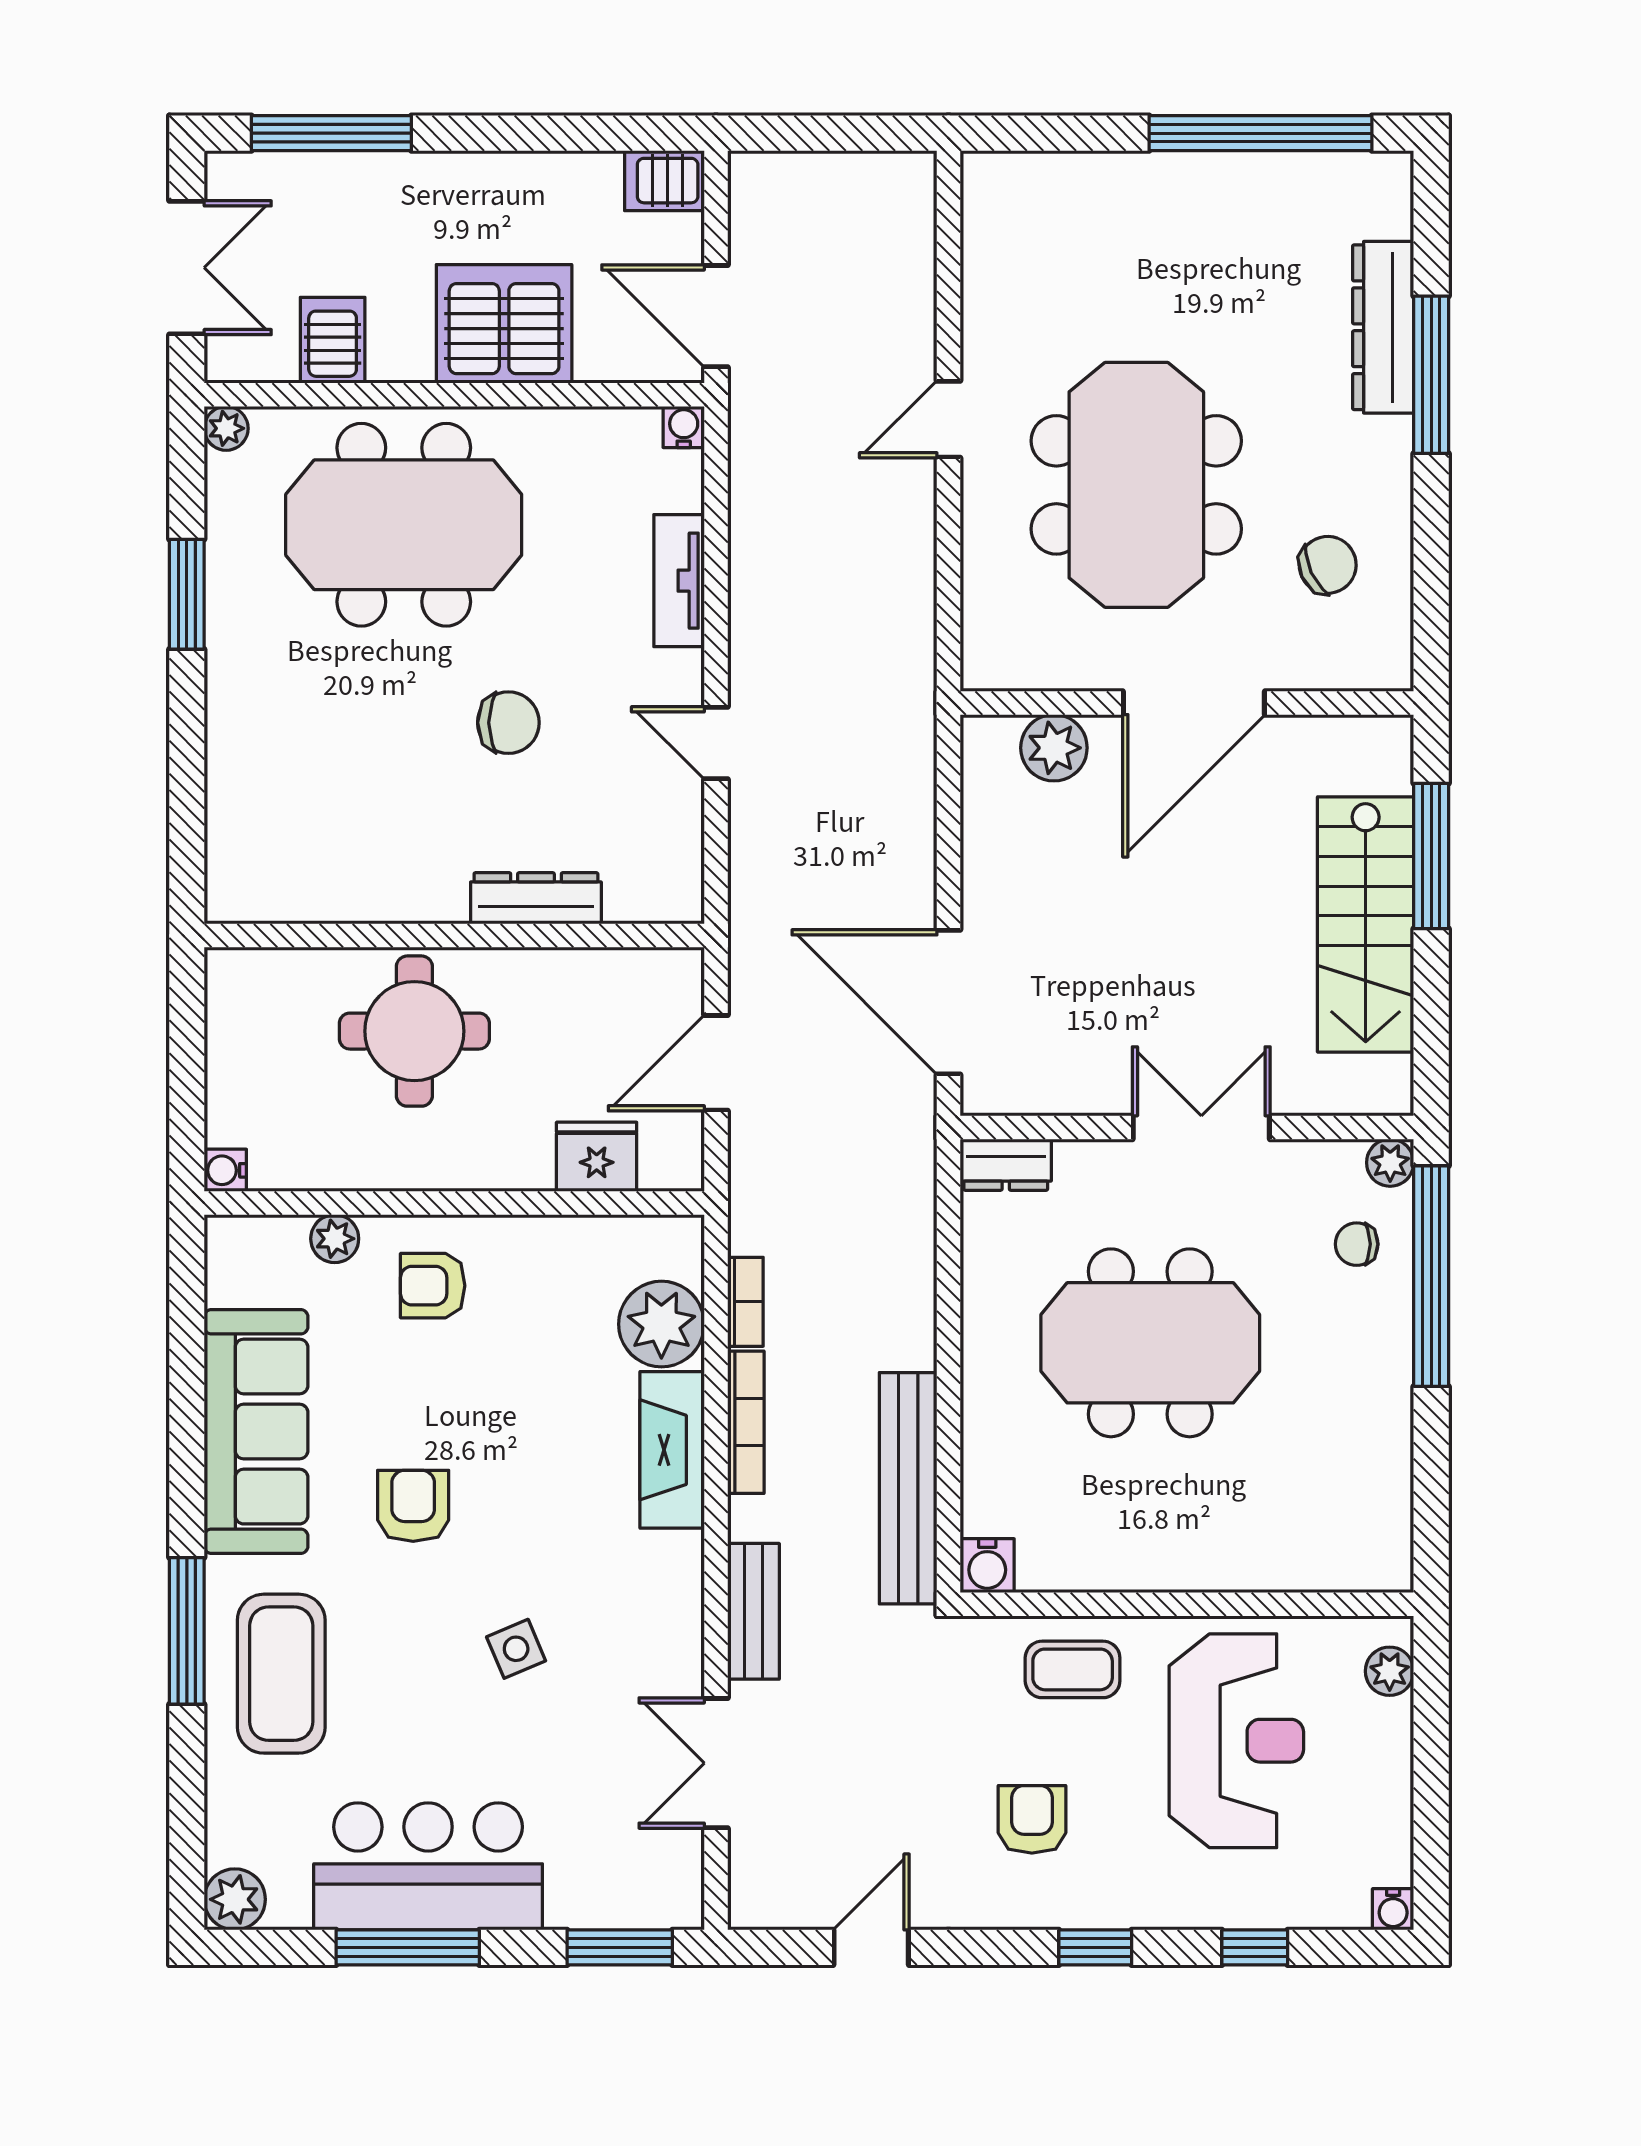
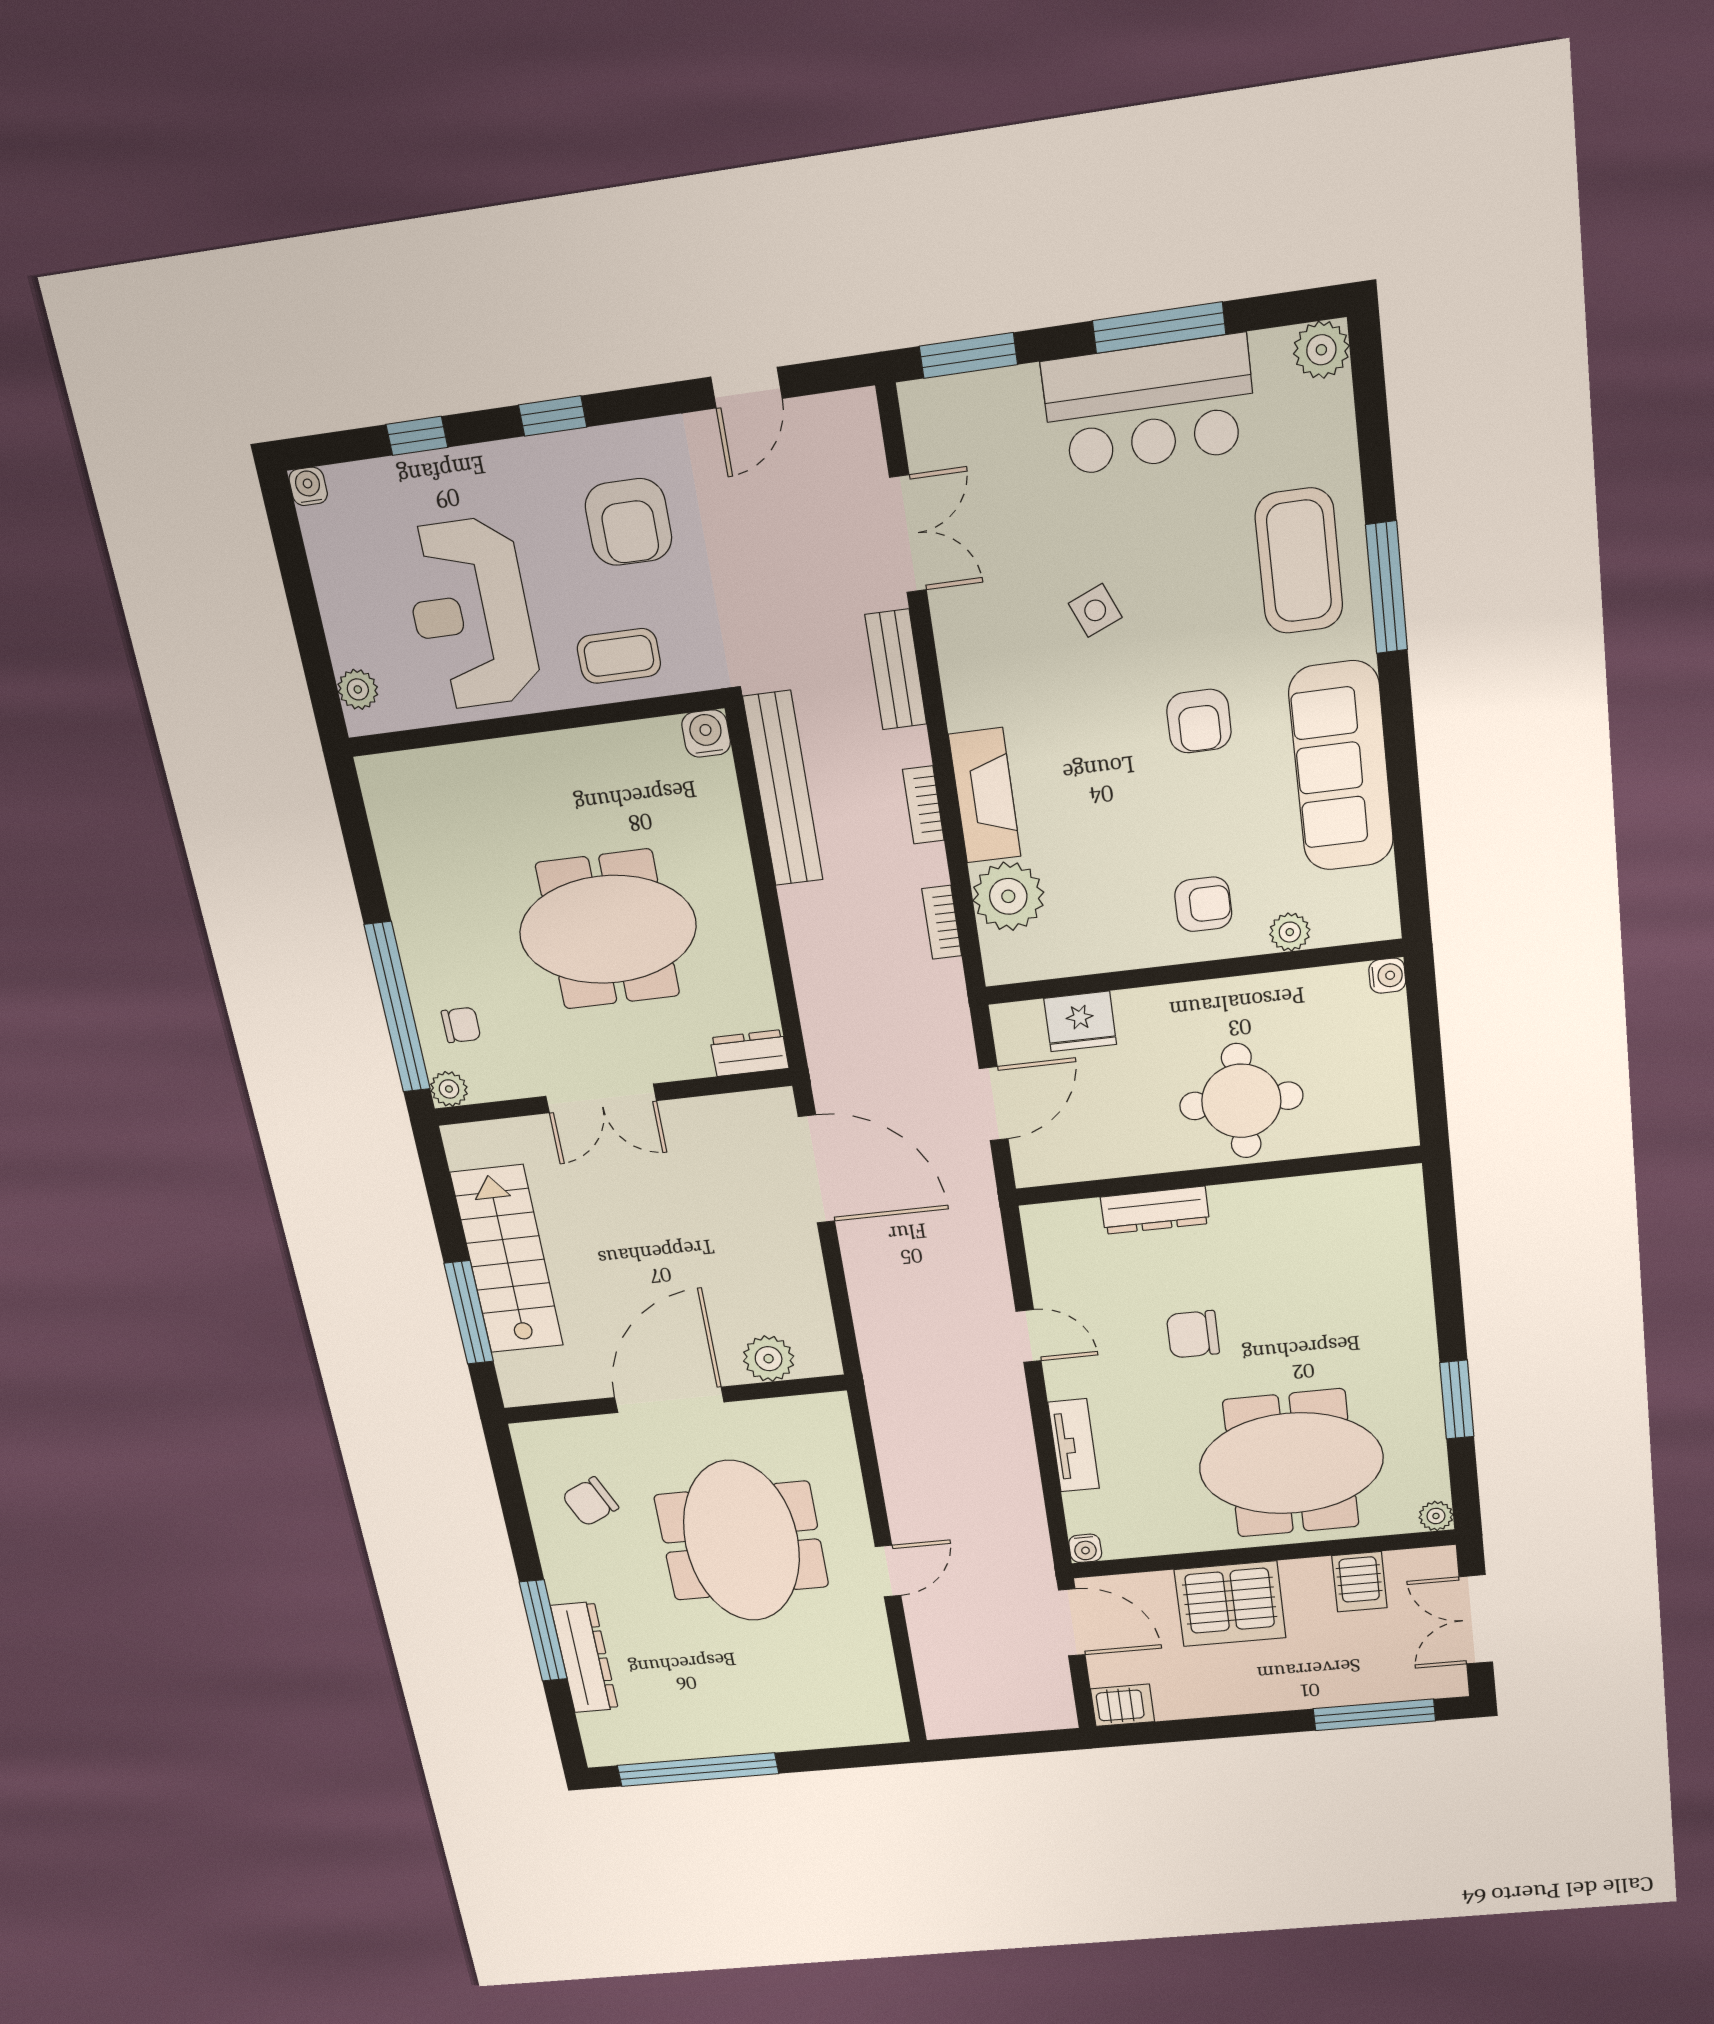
bookcase: (746, 1422) -> (923, 805), width x0.64
armchair: (1032, 1819) -> (628, 522), width x1.38, depth x1.38

